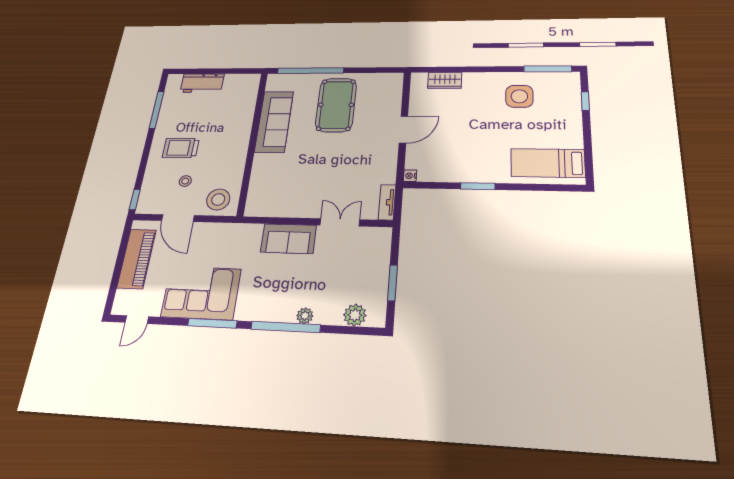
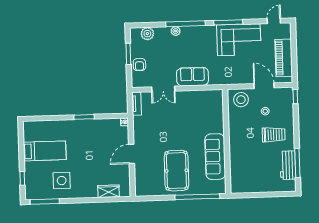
workbench: (202, 83) -> (288, 165), moved, turned -90
bed: (548, 163) -> (45, 151), moved
armchair: (375, 264) -> (139, 65), added

